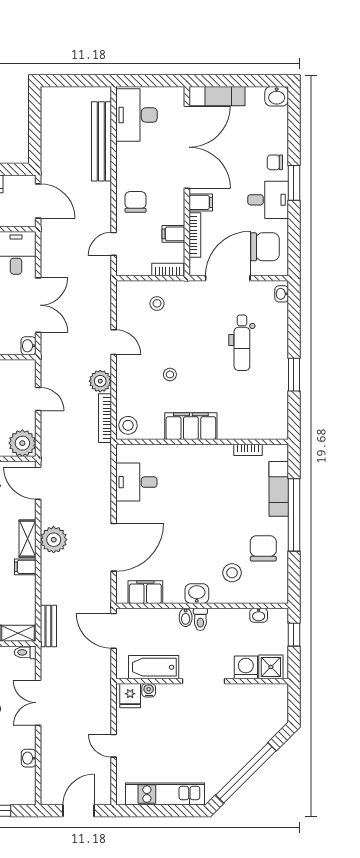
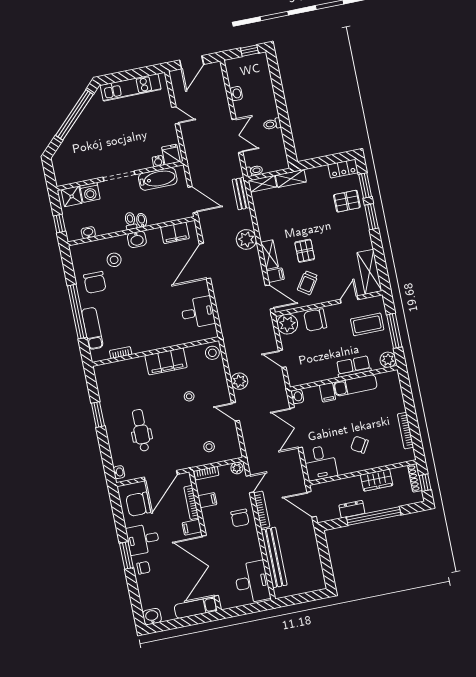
plant: (126, 268) -> (237, 468), added
bookcase: (105, 418) -> (262, 510), moved
plant: (54, 540) -> (246, 239), moved
filing cabinet: (25, 567) -> (275, 275), moved

